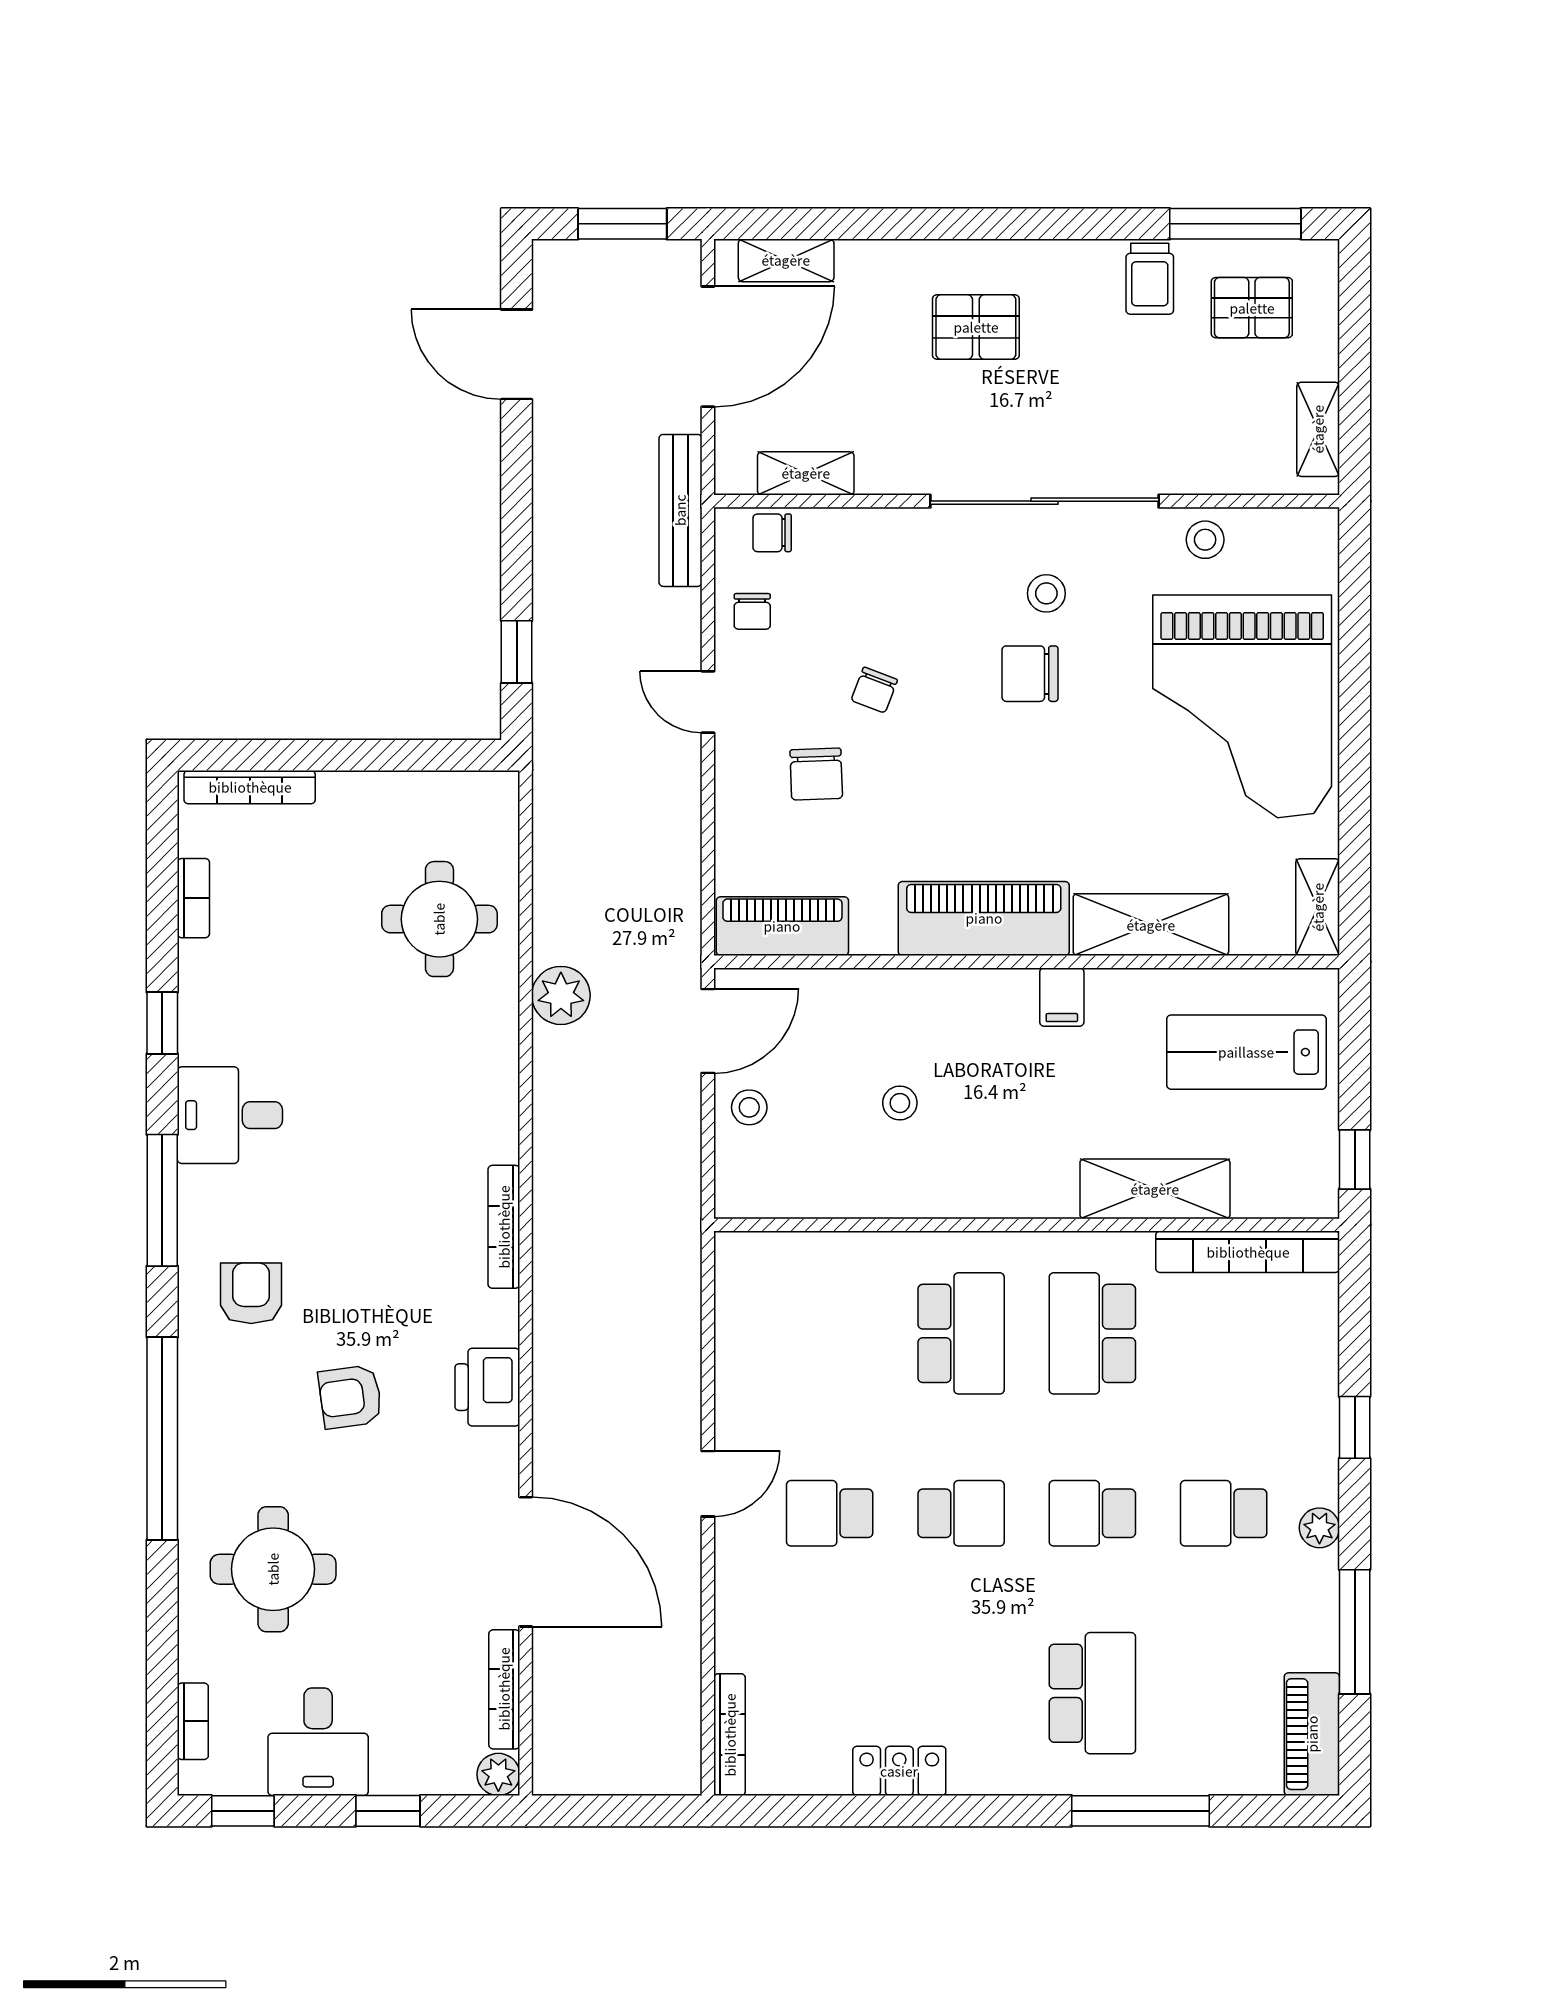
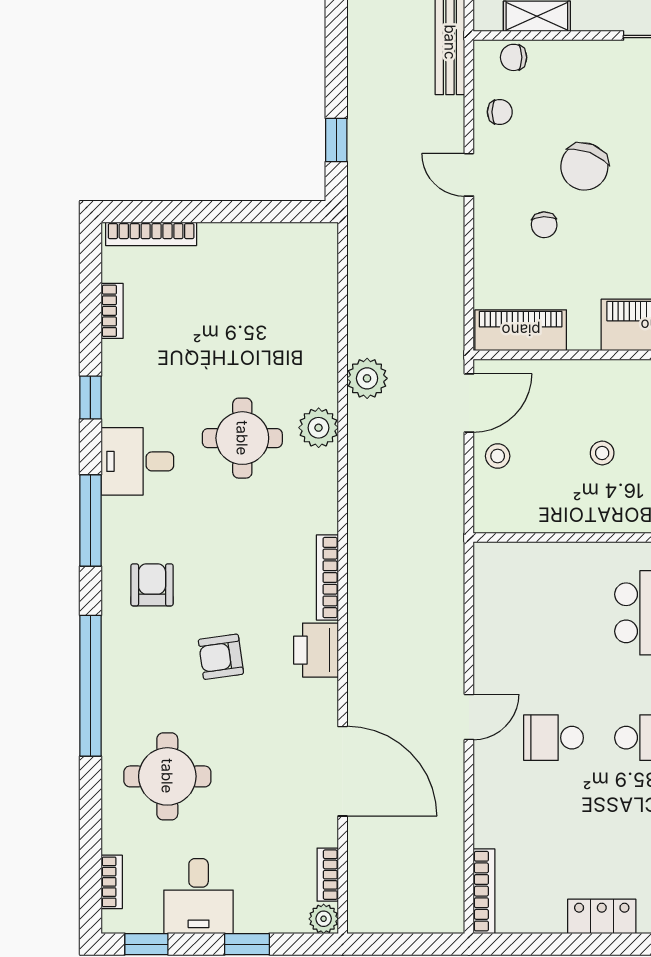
chair: (752, 611) -> (500, 112), turned -90
chair: (874, 690) -> (584, 167), width x1.87, depth x1.87
chair: (816, 774) -> (544, 225), width x0.73, depth x0.73
round table: (439, 919) -> (242, 438), moved
plant: (491, 1067) -> (319, 428), added
bookcase: (504, 1227) -> (327, 578), moved
bookcase: (504, 1689) -> (328, 875), width x0.64

